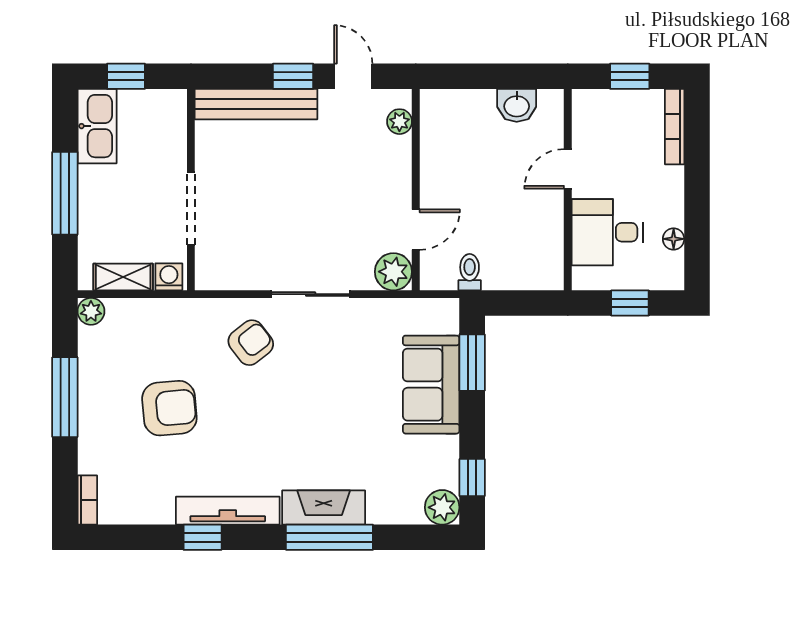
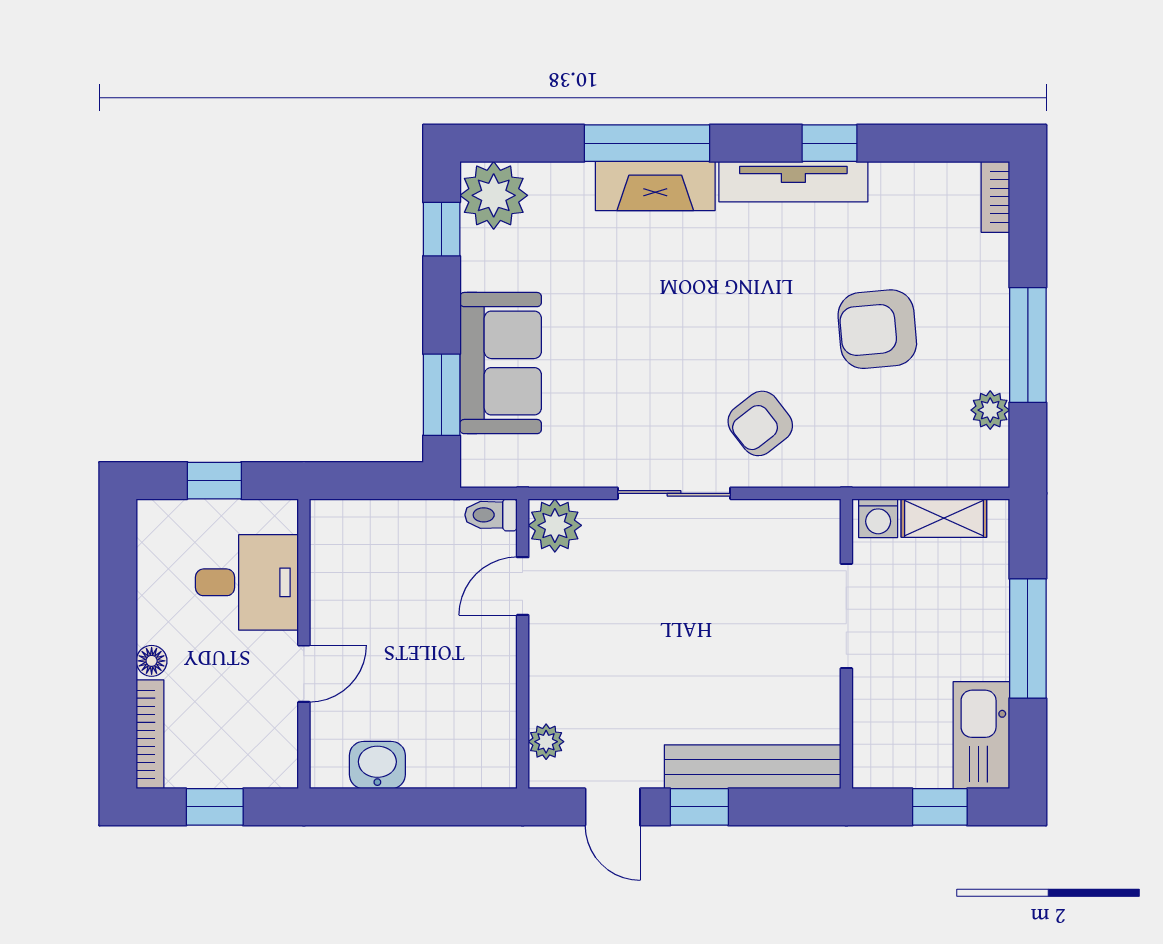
floor lamp: (674, 239) -> (152, 661), moved
toilet: (470, 272) -> (491, 515), moved, turned 90
plant: (91, 311) -> (990, 410), moved
plant: (442, 507) -> (494, 195), width x1.36, depth x1.36

